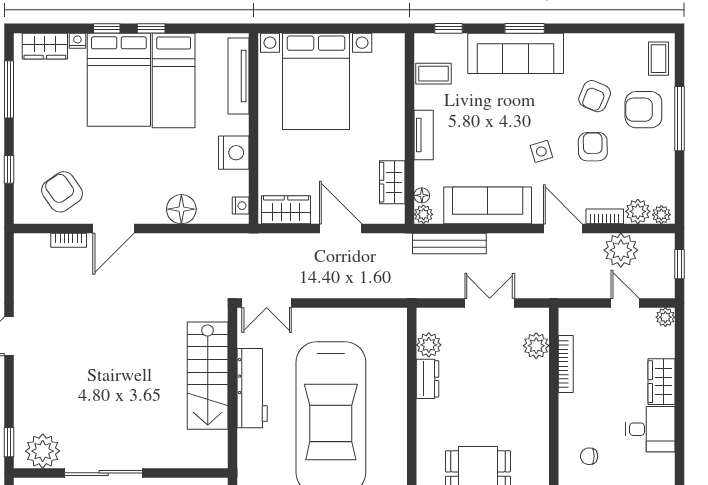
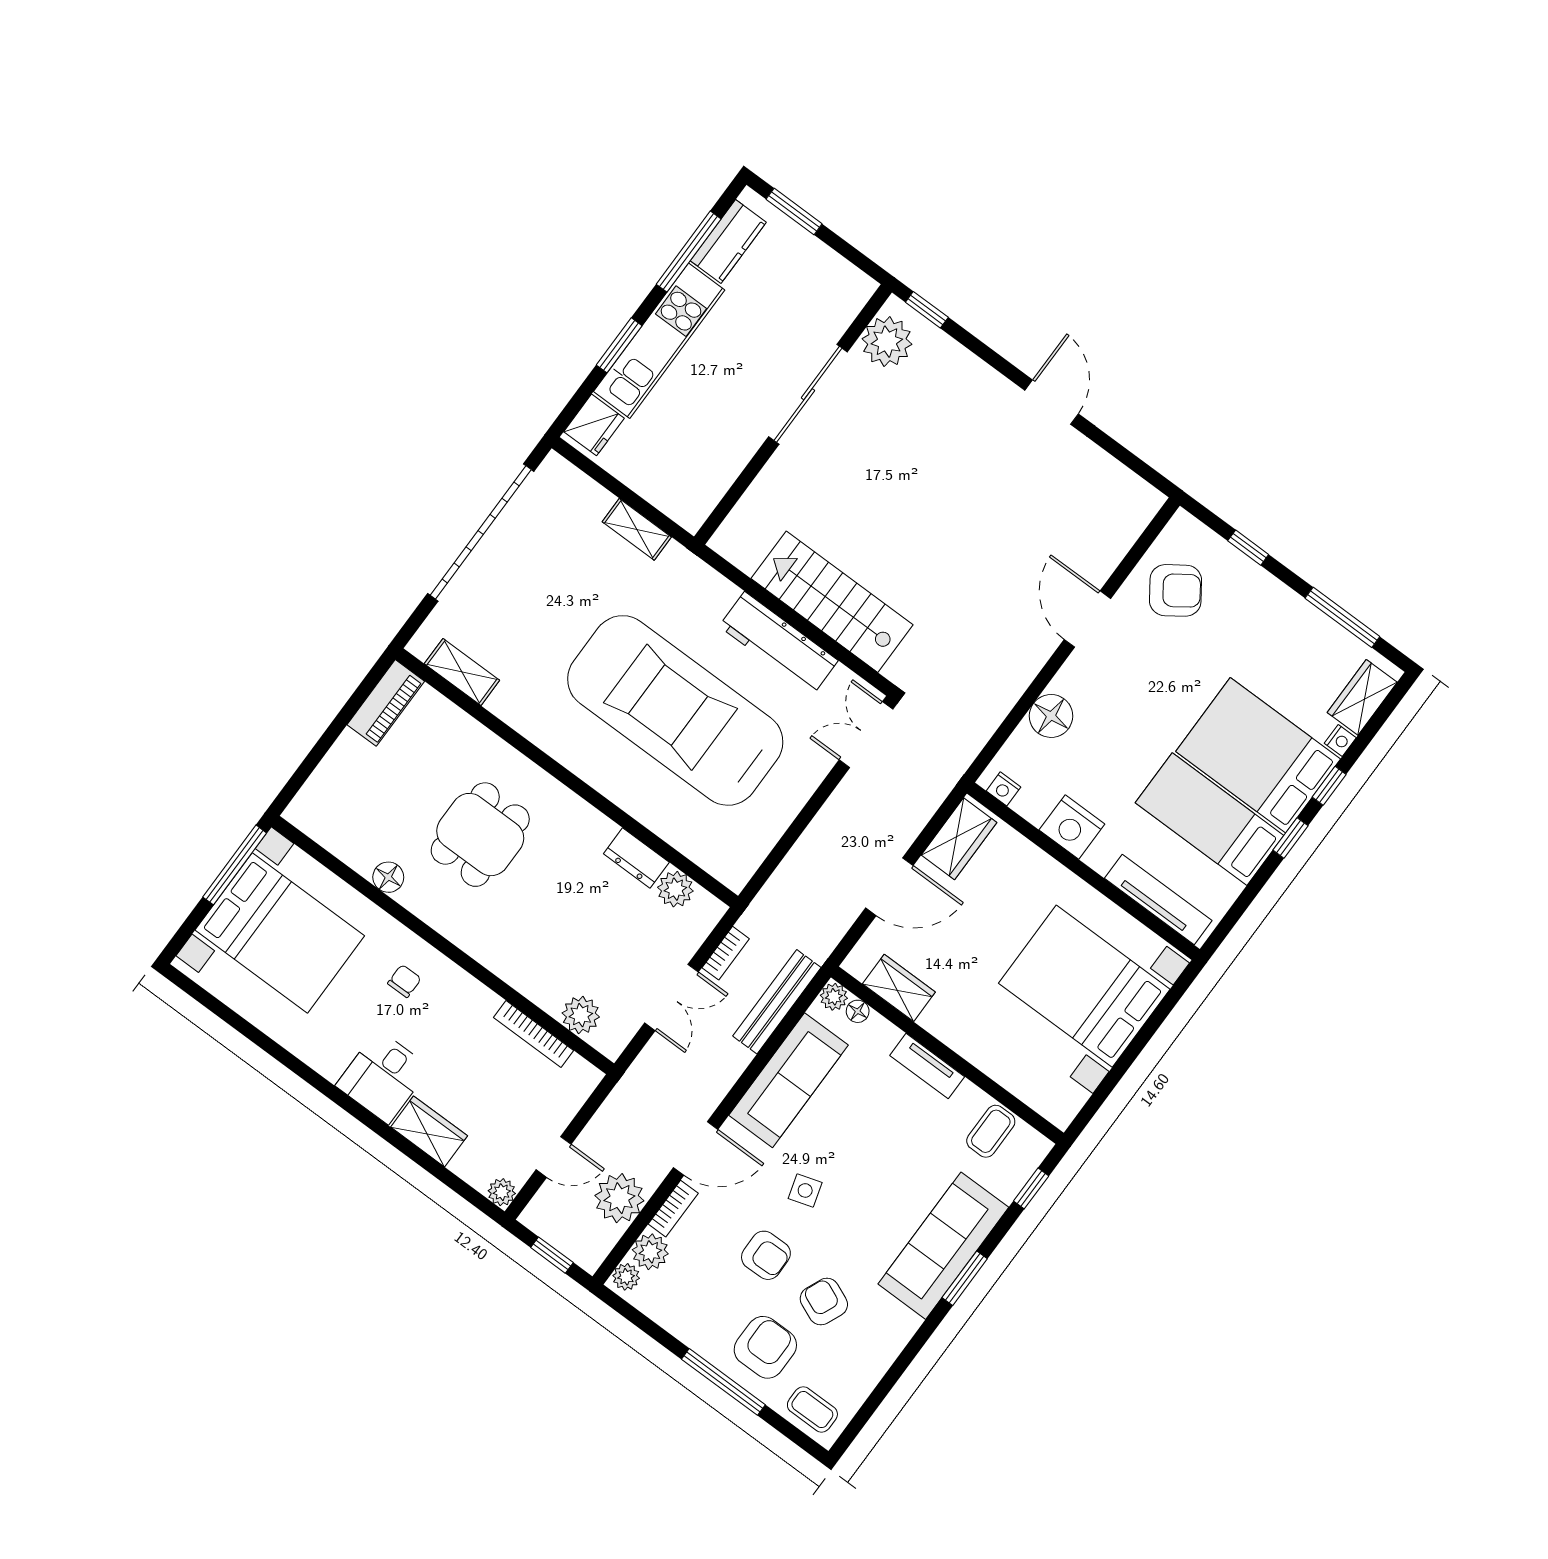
bookcase: (69, 240) -> (726, 953), moved, turned 180

